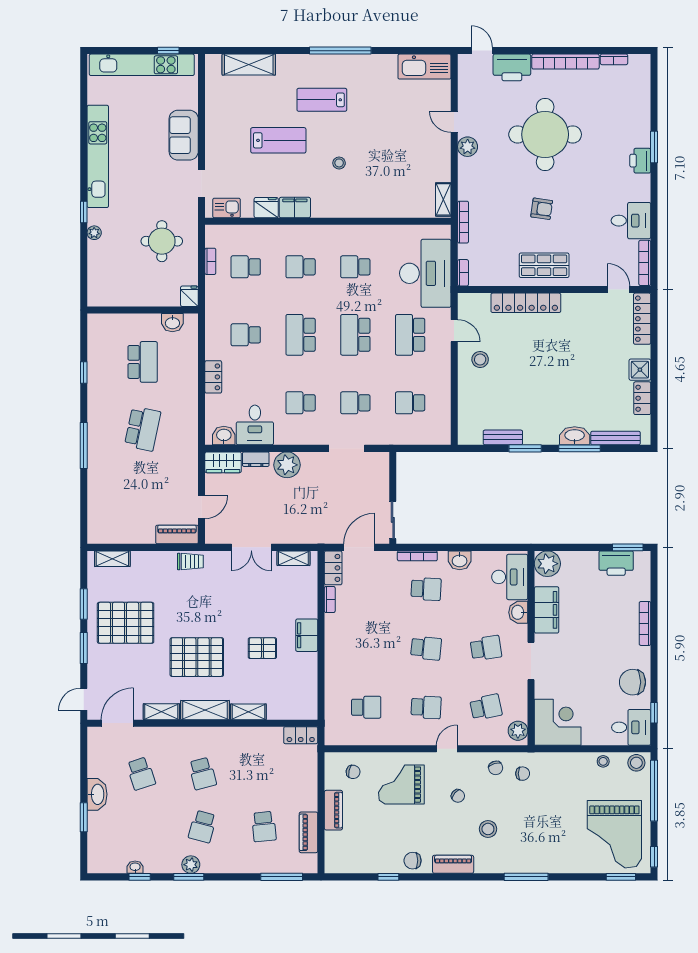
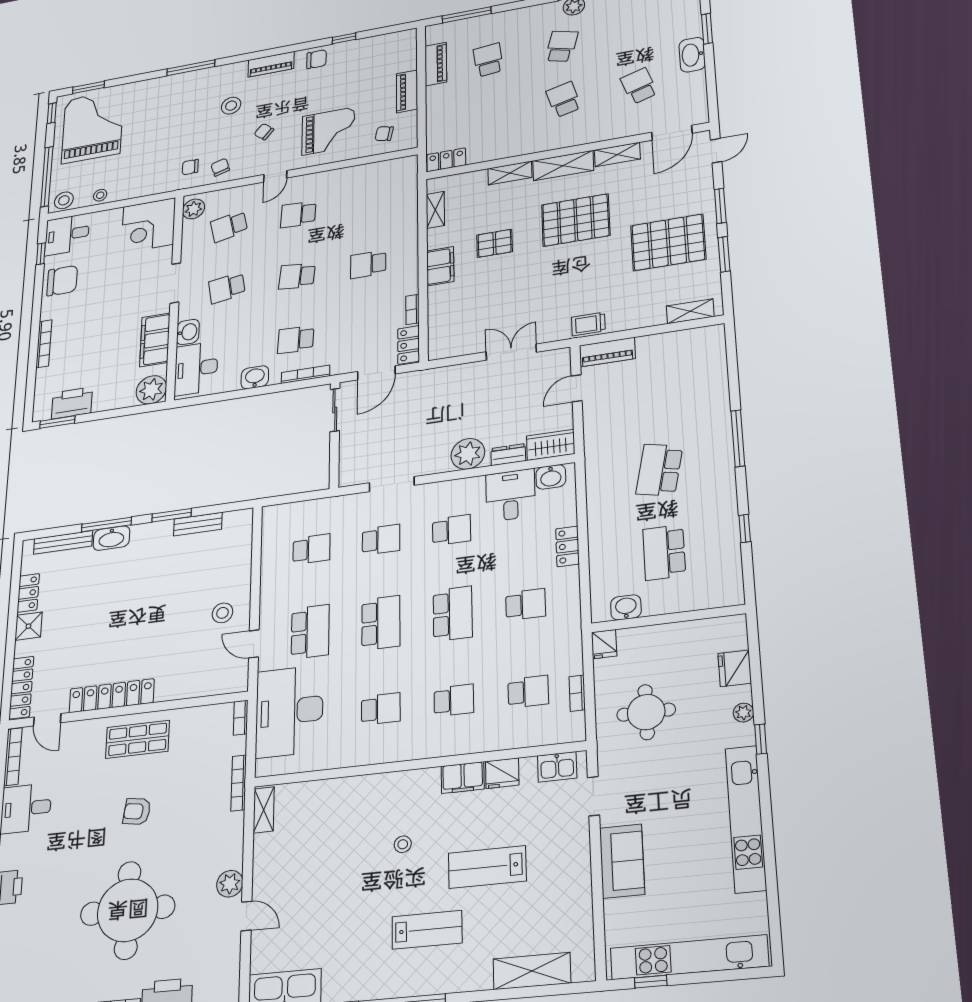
fridge: (98, 266) -> (735, 668), added
locker: (526, 303) -> (112, 696), moved
shelving: (293, 558) -> (435, 210), moved, turned 90
school desk: (366, 707) -> (368, 264), moved

